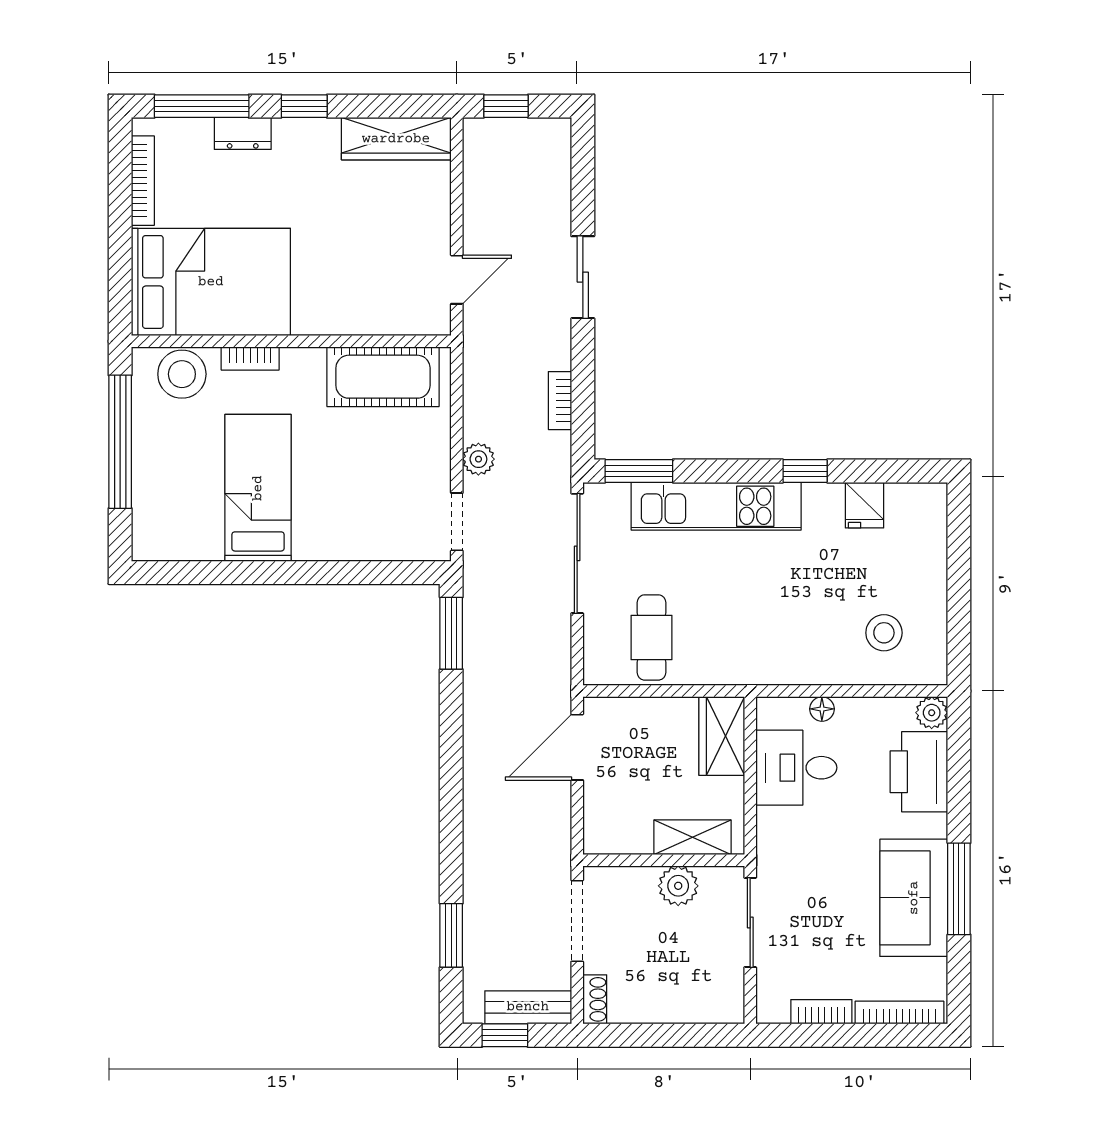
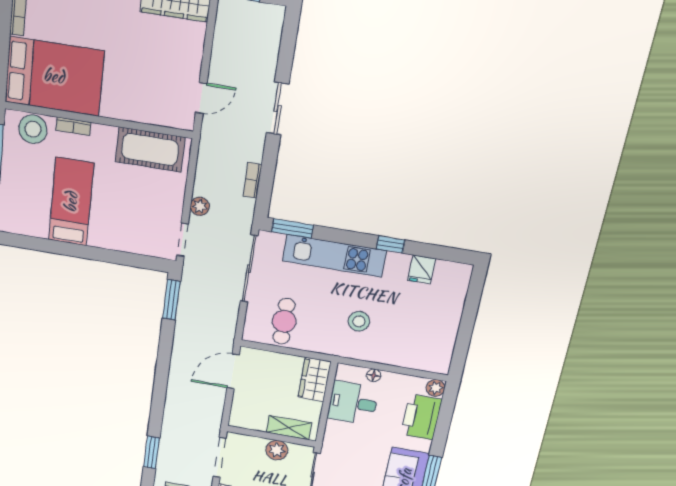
stool: (884, 633) -> (359, 321), moved

